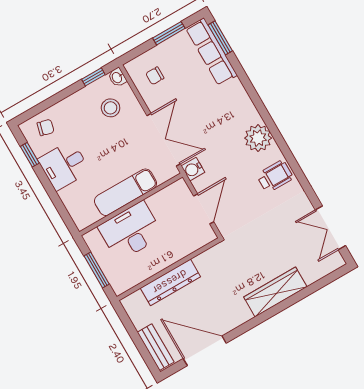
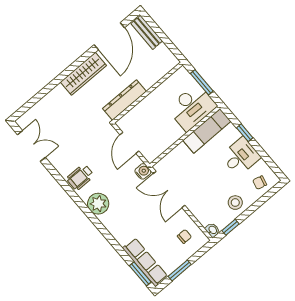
stool: (111, 108) -> (235, 203), moved
window: (30, 155) -> (245, 133), moved
exam couch: (126, 192) -> (207, 131), moved
desk: (131, 231) -> (192, 107), moved
dresser: (170, 282) -> (125, 100), moved
wardrobe: (275, 292) -> (83, 74), moved
door: (205, 351) -> (109, 36), hinge flipped

